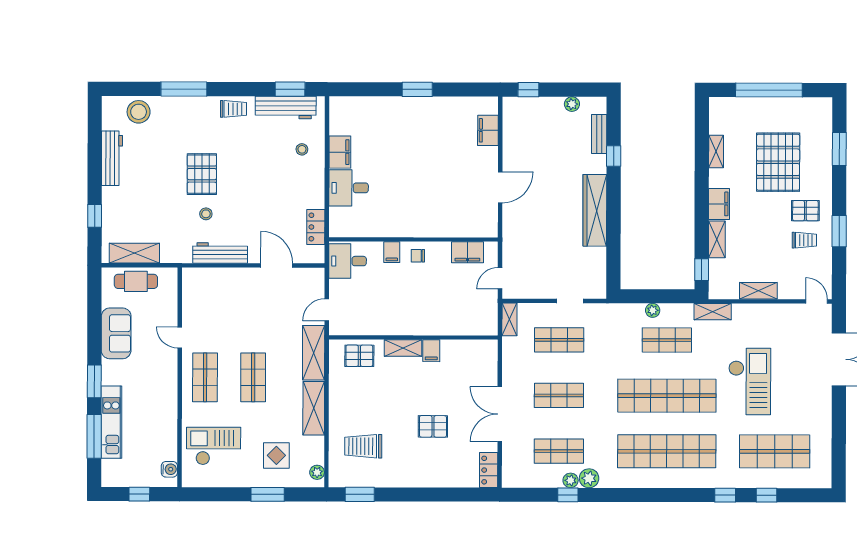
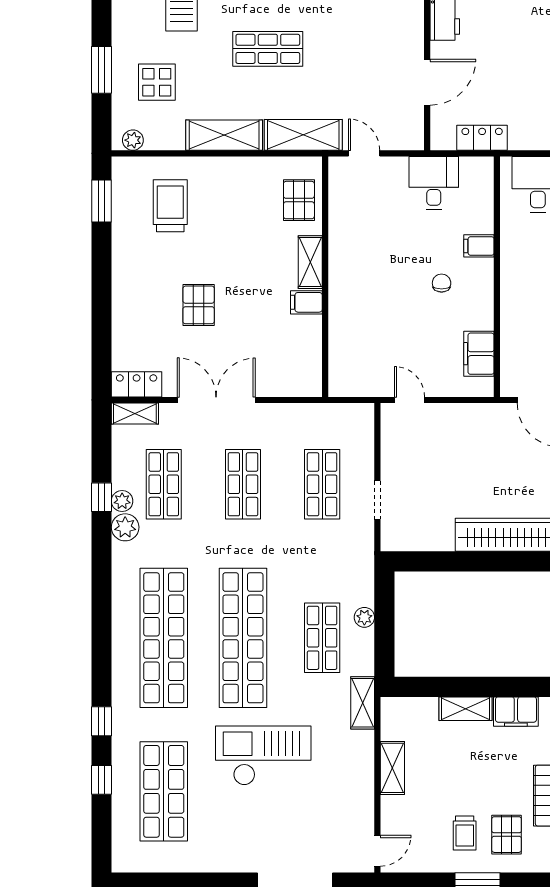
wall: (413, 239) -> (497, 277), moved
filing cabinet: (392, 252) -> (479, 246), moved
filing cabinet: (467, 252) -> (479, 354), moved
window: (702, 270) -> (422, 687), removed
shelving: (509, 319) -> (135, 414), moved
checkout: (750, 382) -> (263, 756), turned 180

